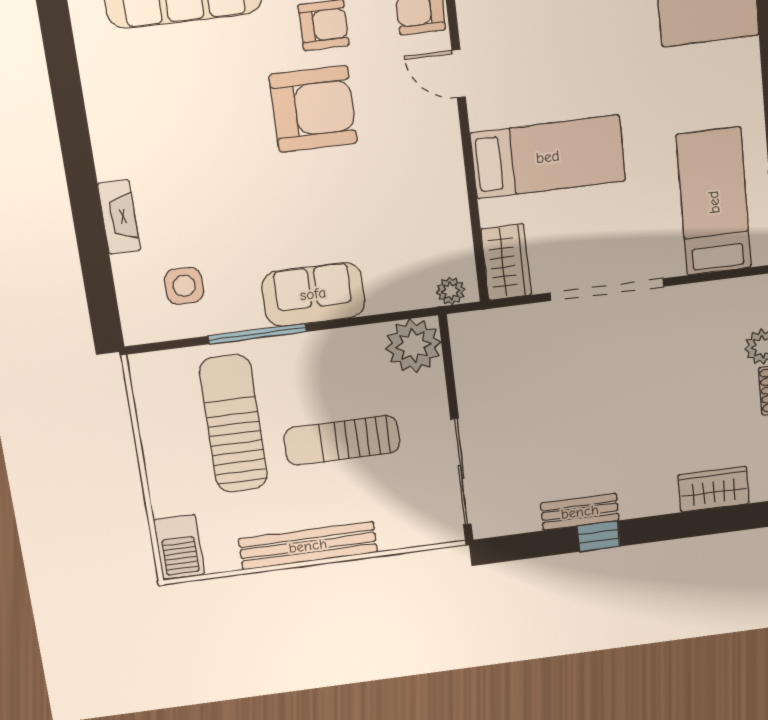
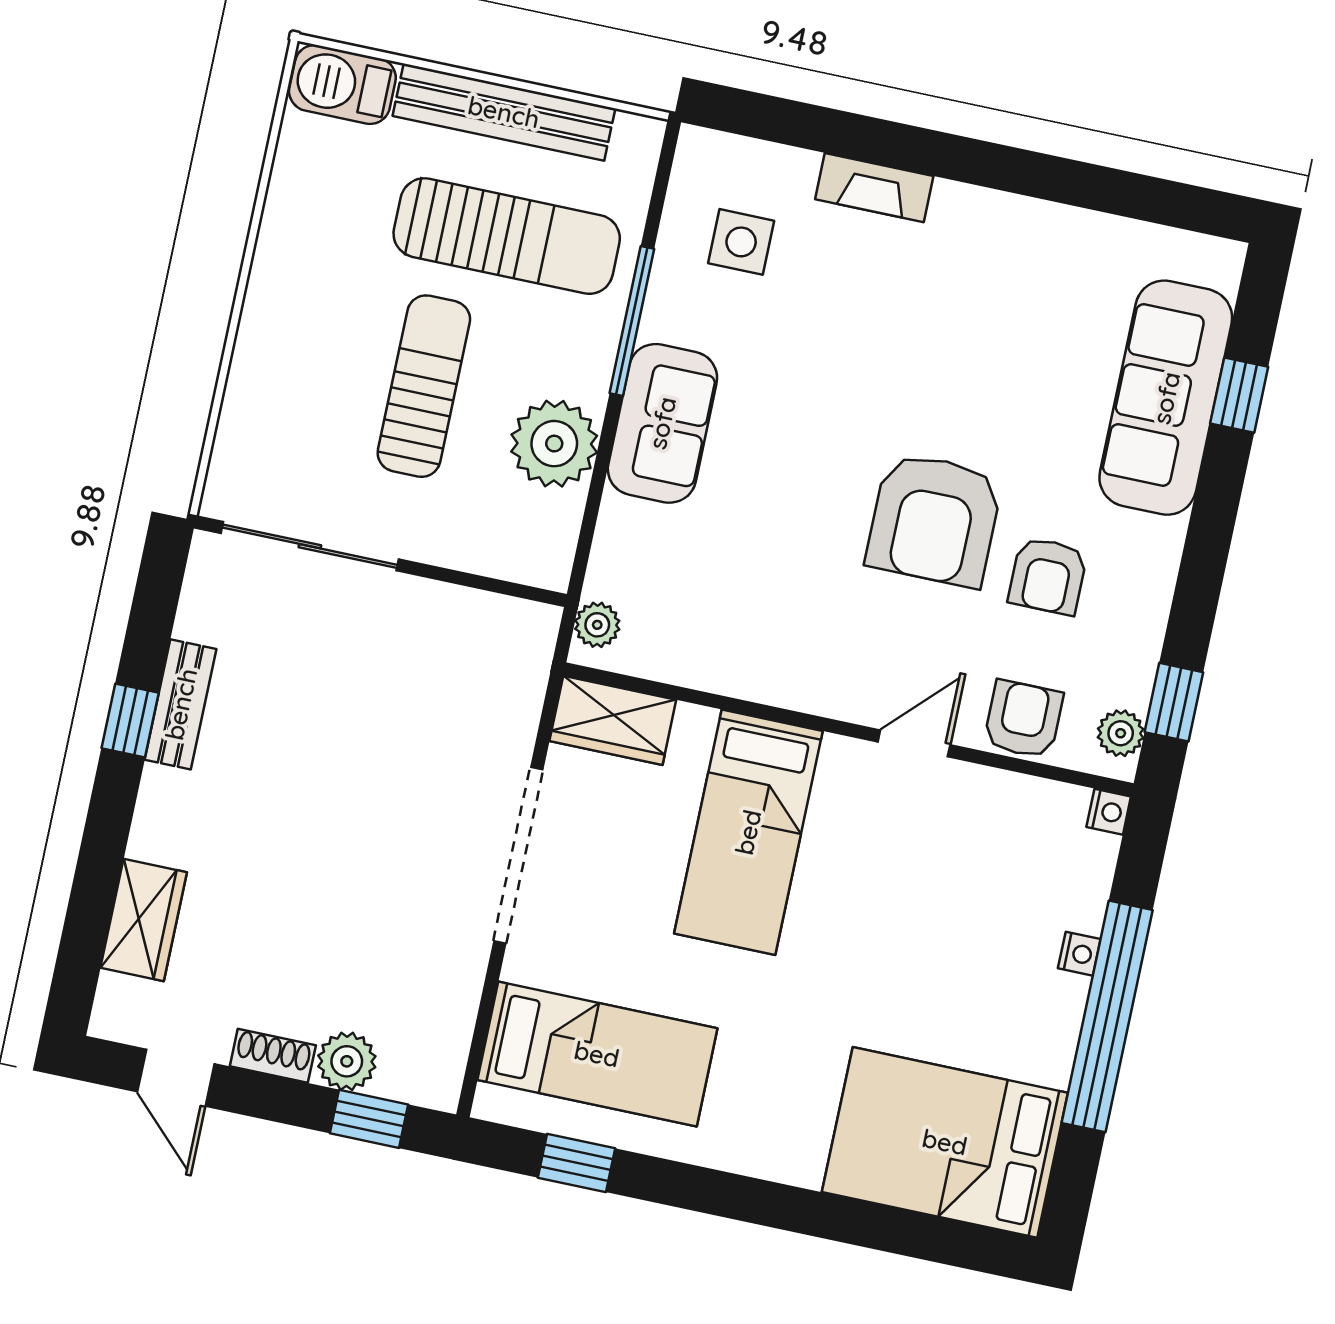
plant: (413, 346) -> (554, 444), moved
bench: (308, 546) -> (504, 112), moved, turned 90

